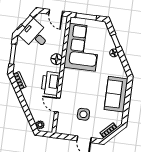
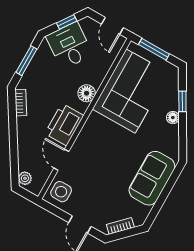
side table: (83, 114) -> (61, 192), moved

